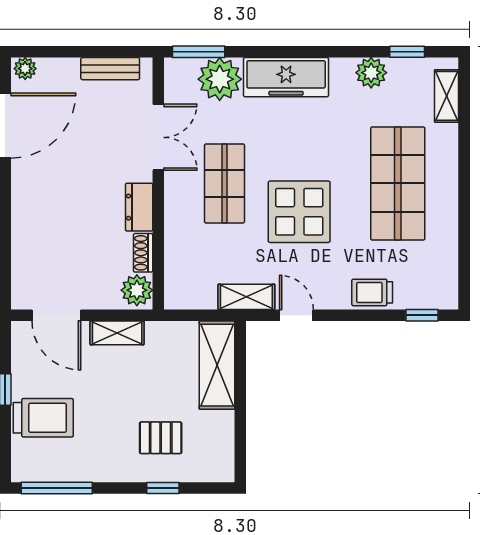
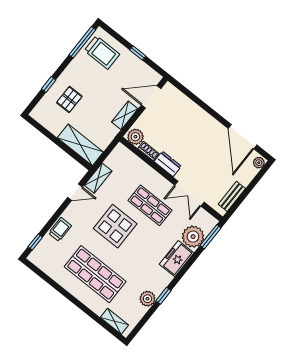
window: (407, 52) -> (163, 296), moved
freezer: (286, 77) -> (177, 259), width x0.71
trolley: (43, 418) -> (102, 52), moved, turned -90

